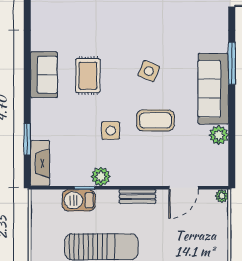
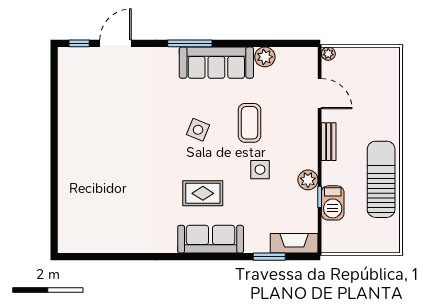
sofa: (44, 75) -> (211, 239), width x1.36

